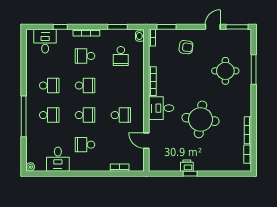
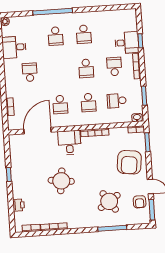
armchair: (228, 39) -> (140, 202), added
desk: (45, 41) -> (127, 43), moved
armchair: (186, 47) -> (129, 162), width x1.88, depth x1.88
round table: (225, 71) -> (109, 201), turned -34
school desk: (85, 115) -> (88, 103), moved
round table: (200, 119) -> (61, 181), width x0.73, depth x0.73
door: (146, 141) -> (37, 131), width x1.87
printer: (187, 166) -> (19, 205), moved

